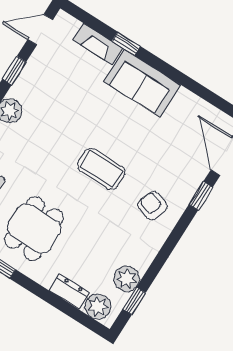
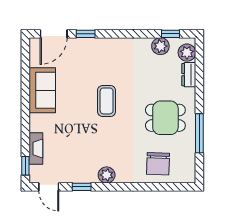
window: (126, 44) -> (25, 166), moved
sofa: (142, 83) -> (42, 90), moved
armchair: (152, 206) -> (109, 58), removed

